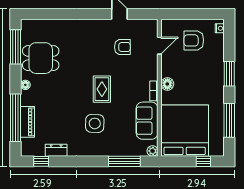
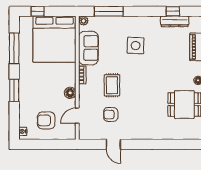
armchair: (194, 40) -> (46, 120), turned 180
floor lamp: (167, 84) -> (70, 93), moved
rug: (102, 89) -> (112, 85), moved
dresser: (56, 150) -> (175, 21), width x1.44
window: (41, 161) -> (173, 11), moved

